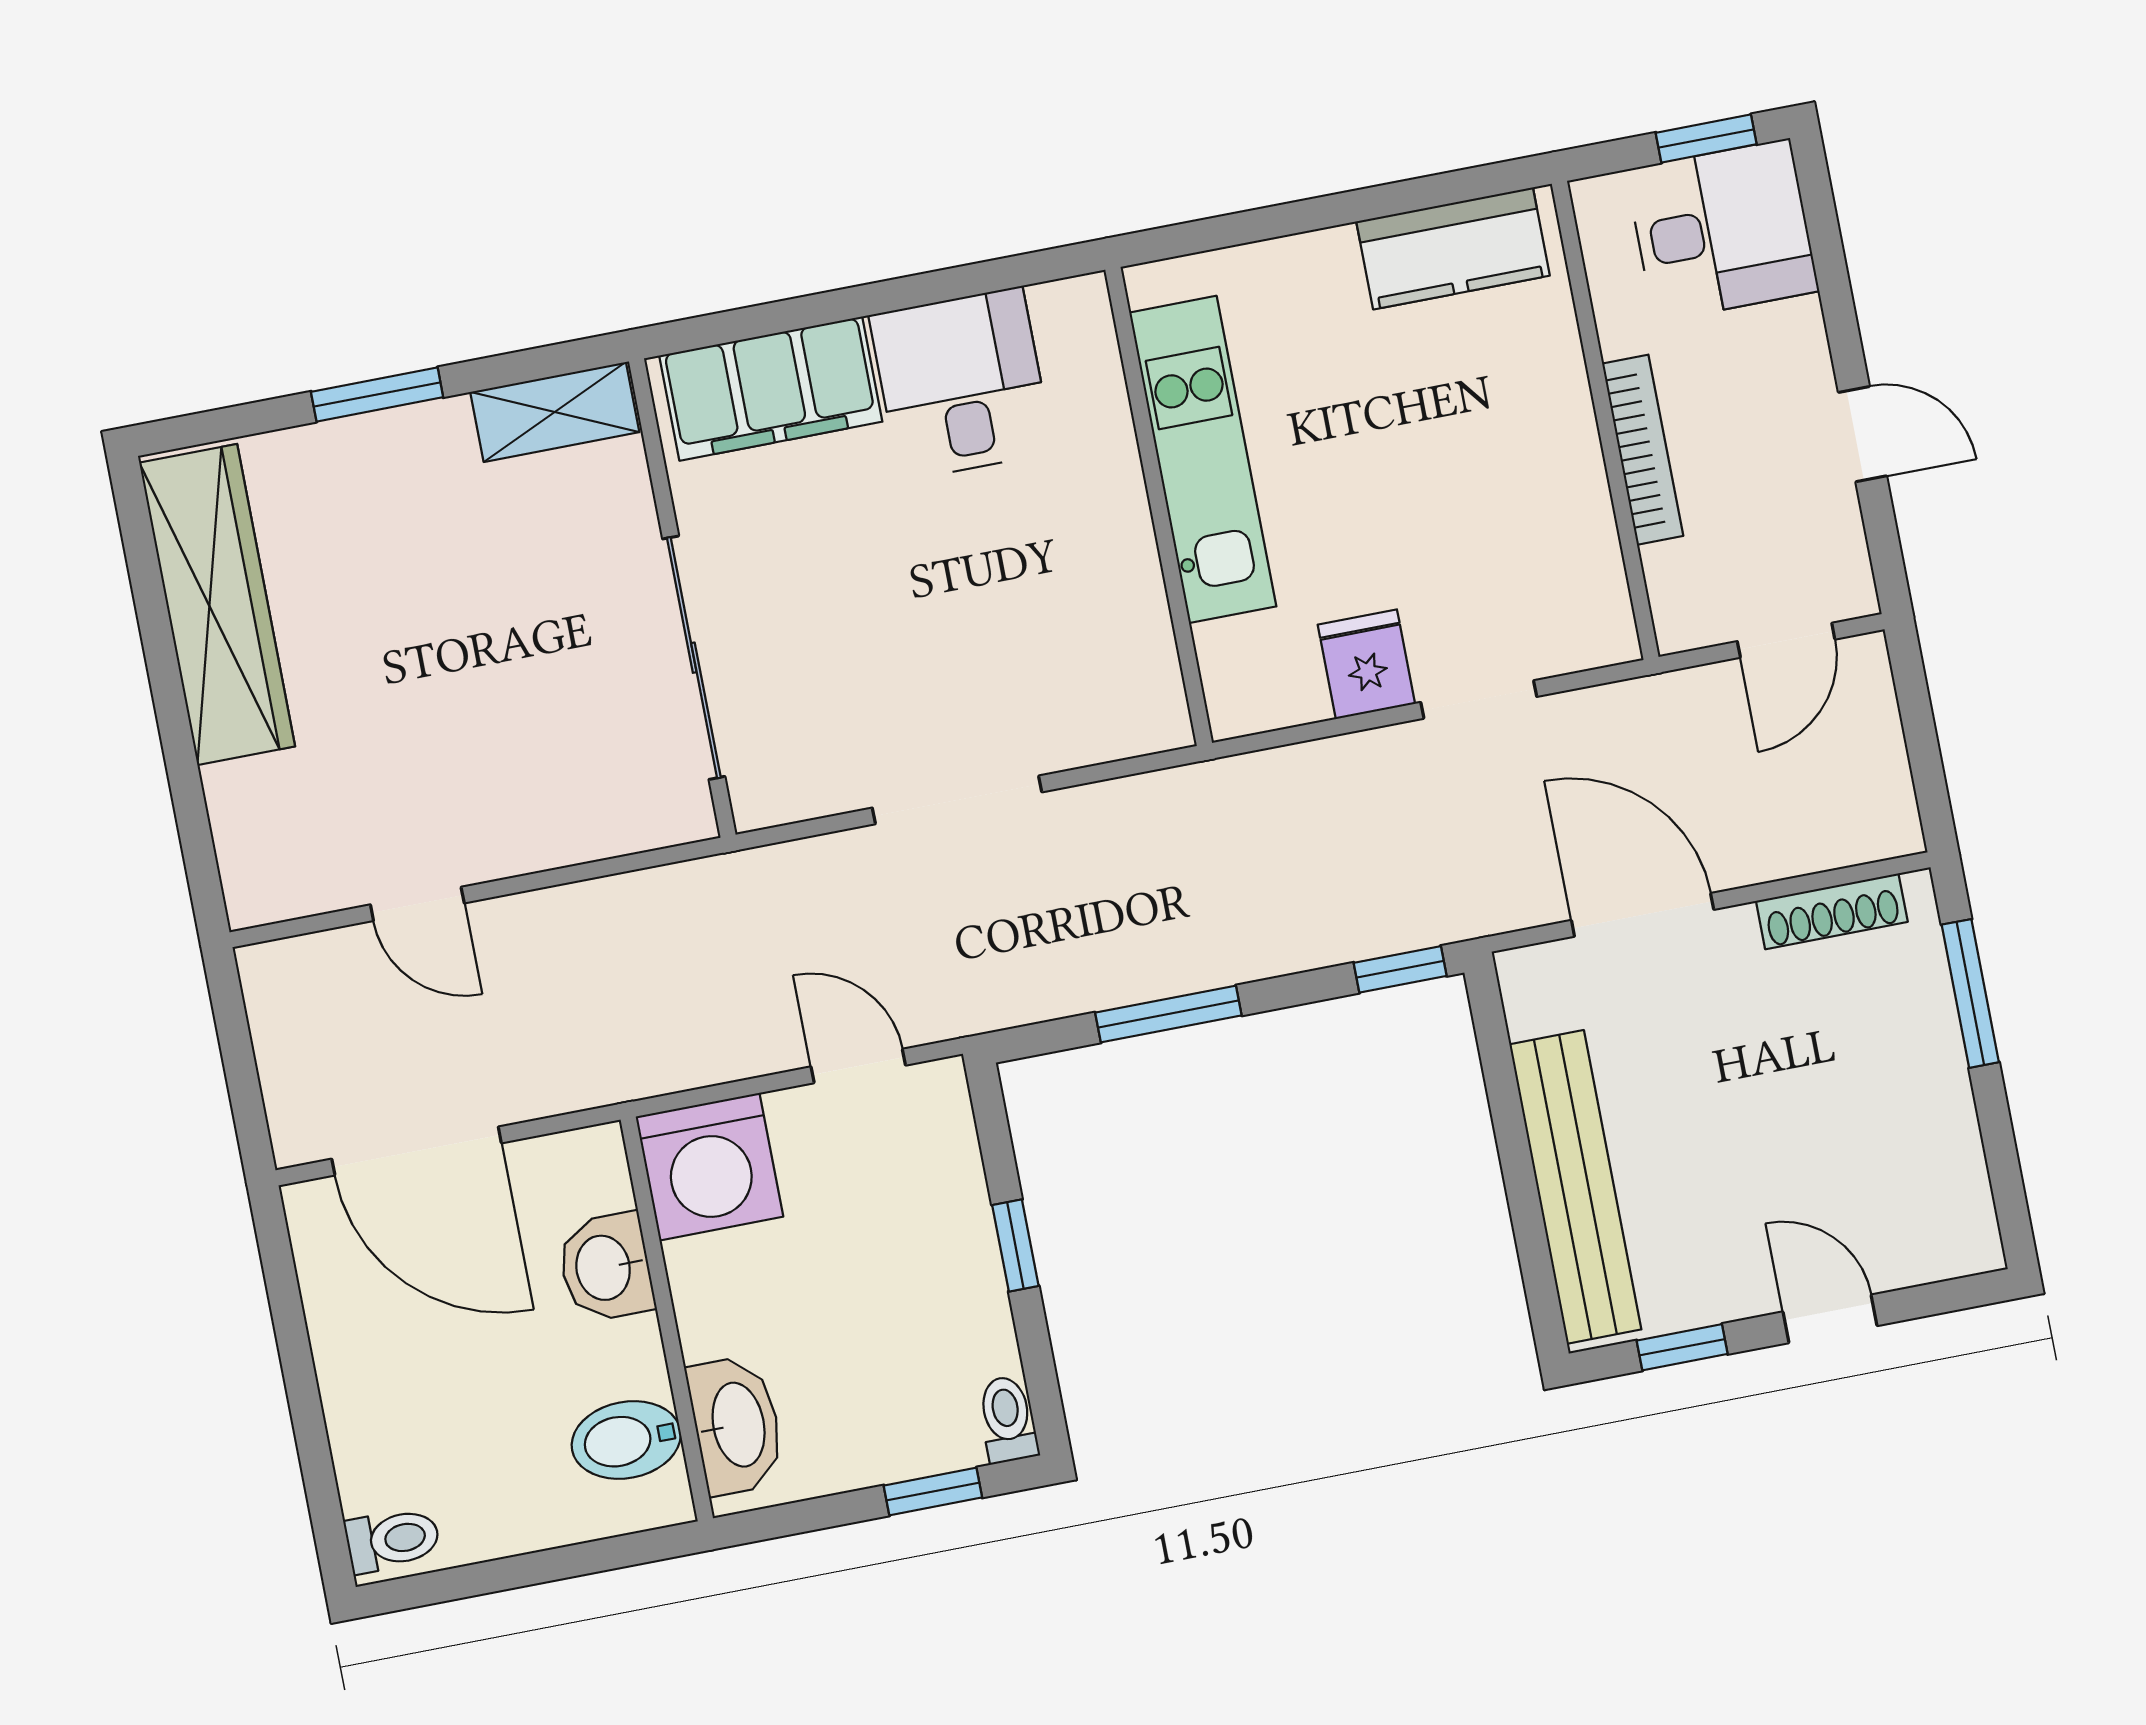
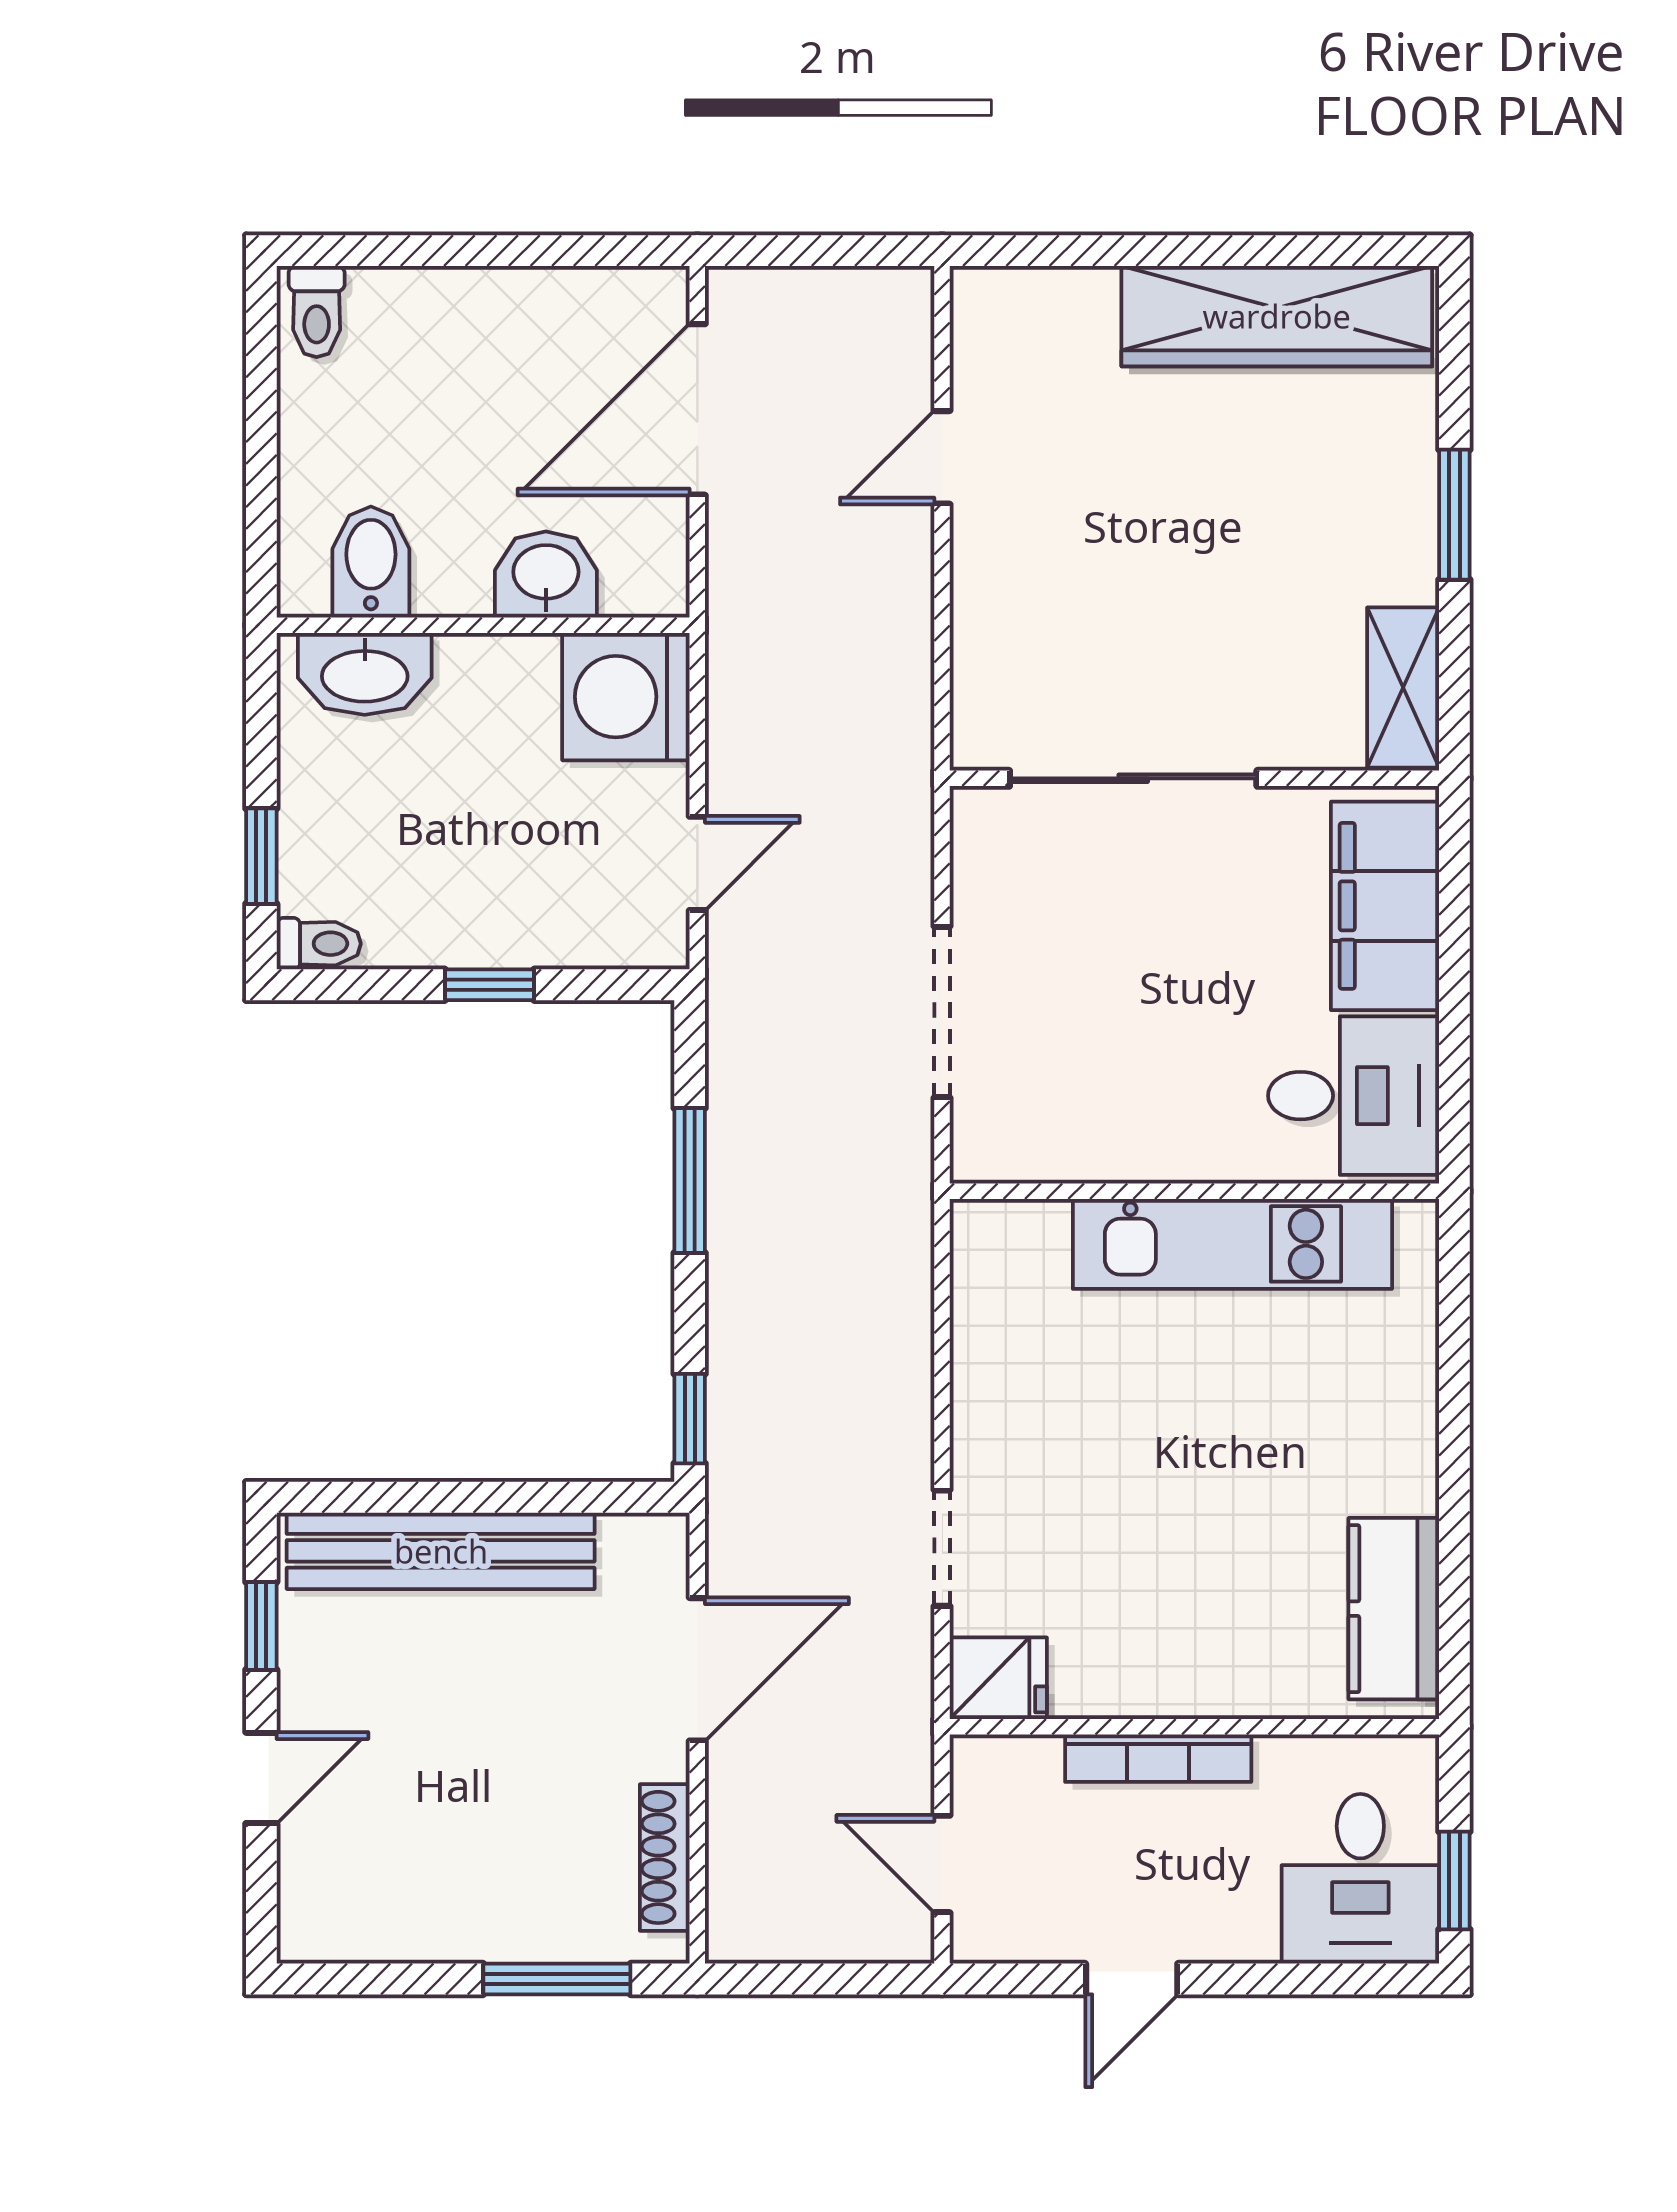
kitchen unit: (1203, 459) -> (1232, 1244), moved
wall: (1159, 506) -> (1194, 1191), moved
fridge: (1366, 664) -> (998, 1678), moved

